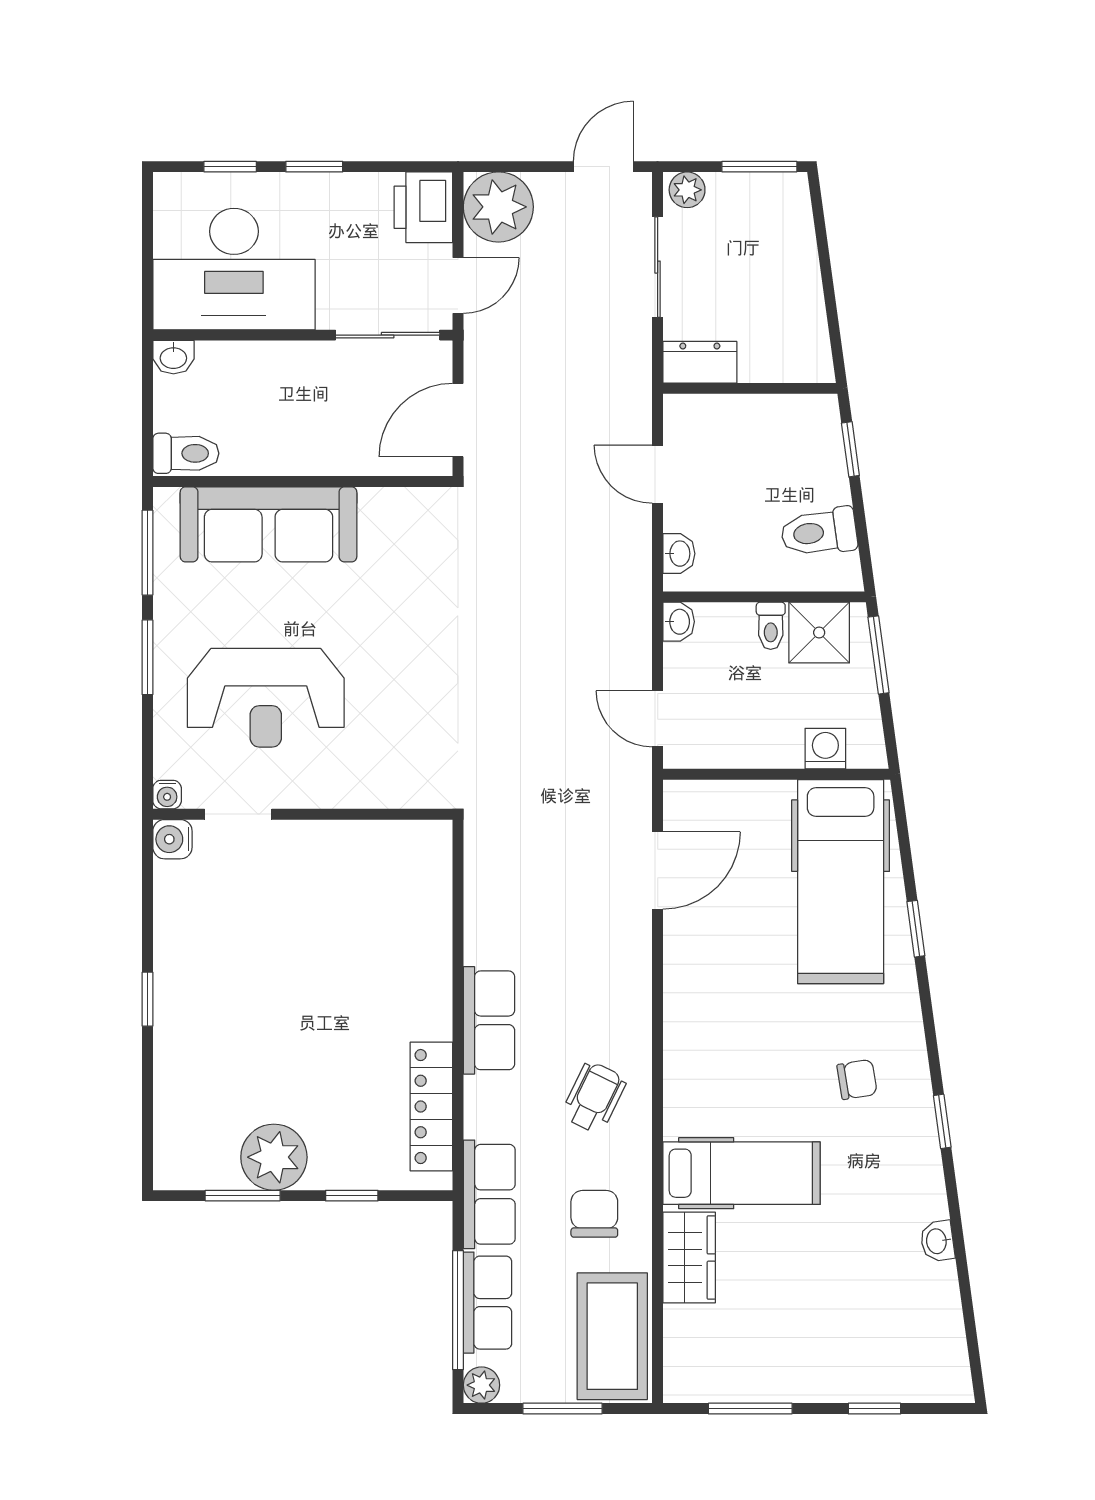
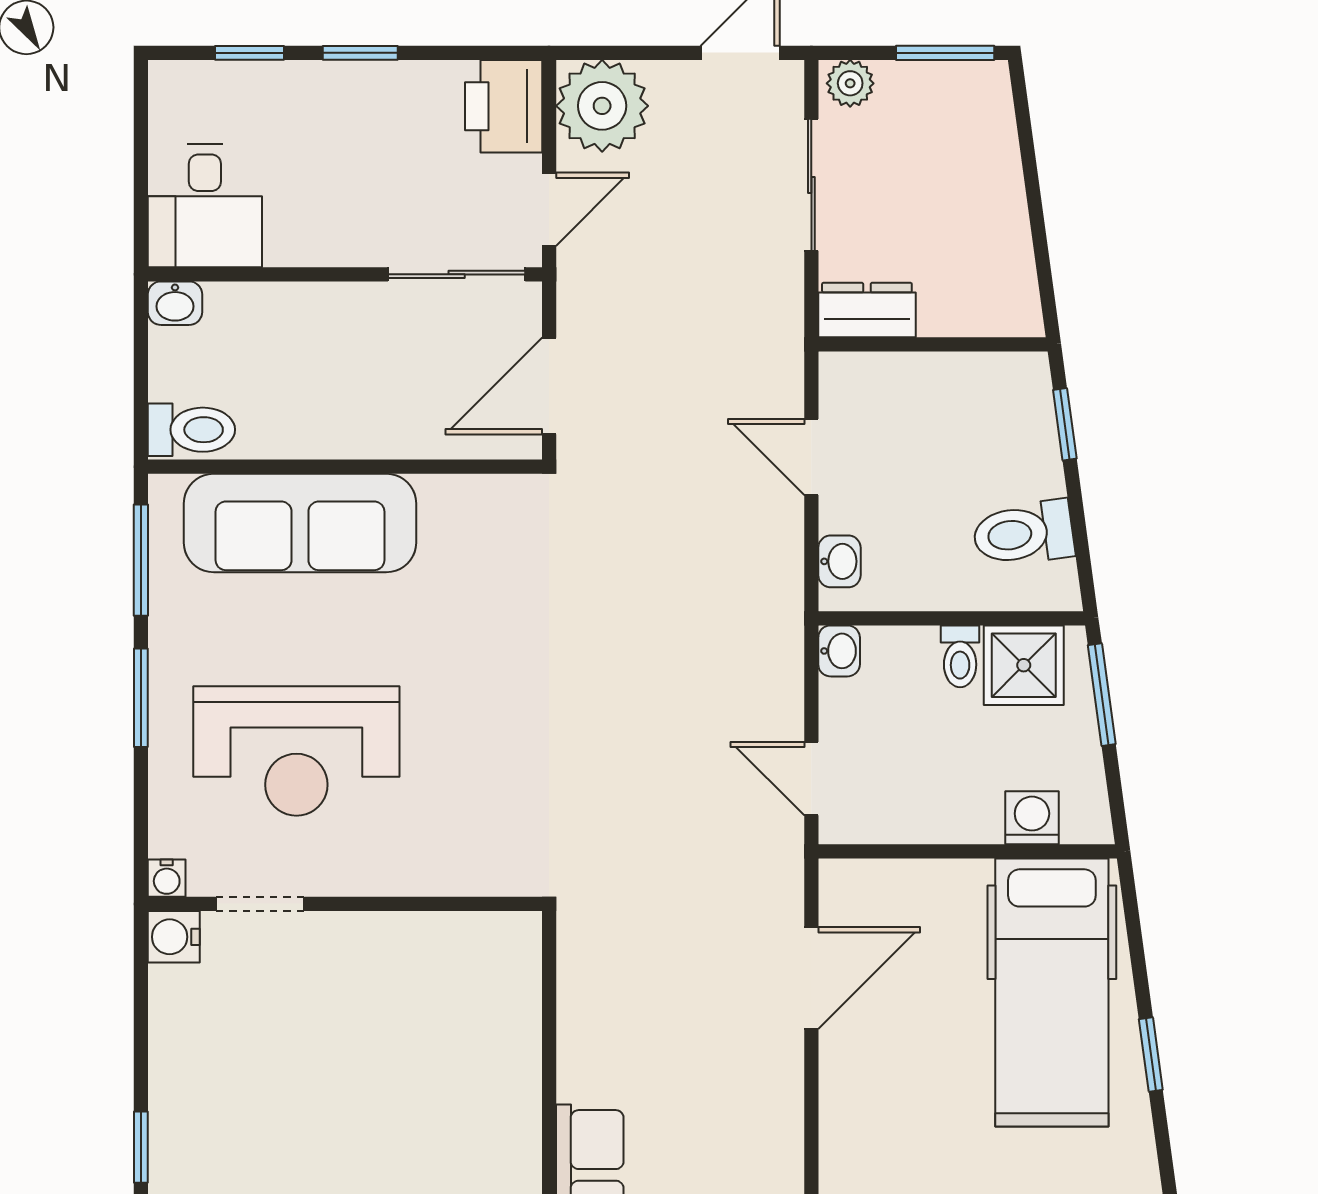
desk: (234, 269) -> (205, 206), width x0.53, depth x0.77

